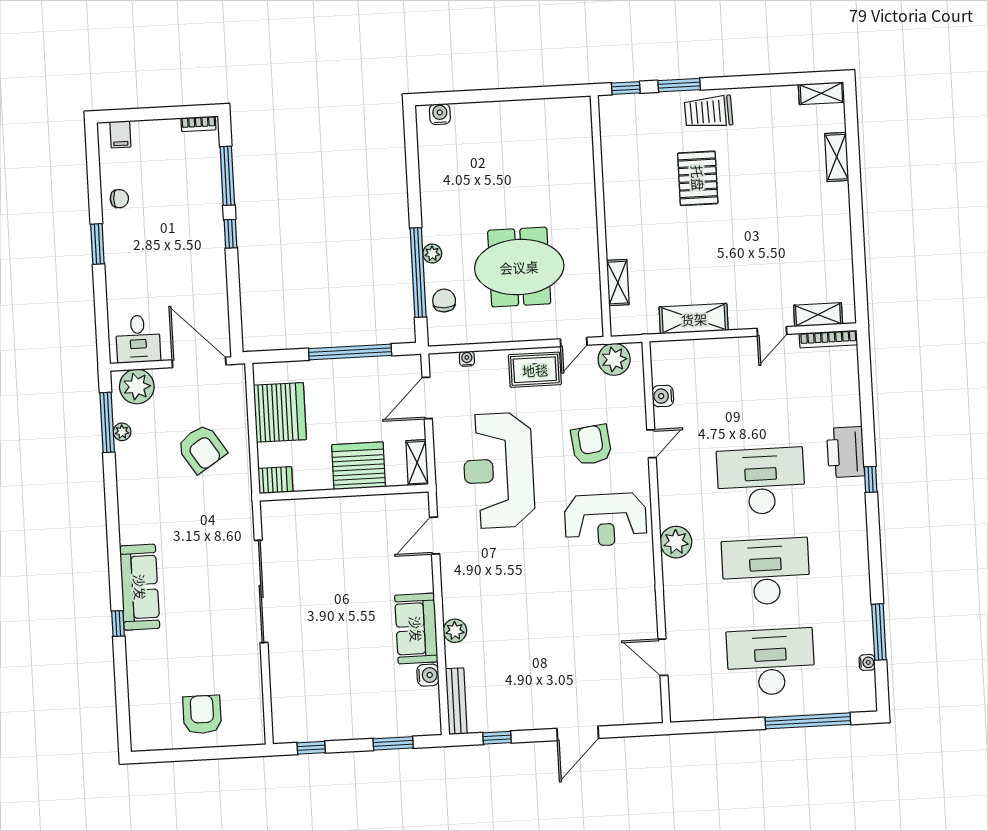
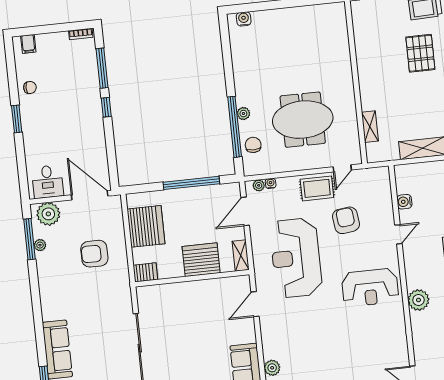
plant: (614, 359) -> (259, 185), moved, width x0.53, depth x0.53
armchair: (591, 445) -> (346, 220), moved
armchair: (202, 449) -> (94, 254), turned 123

